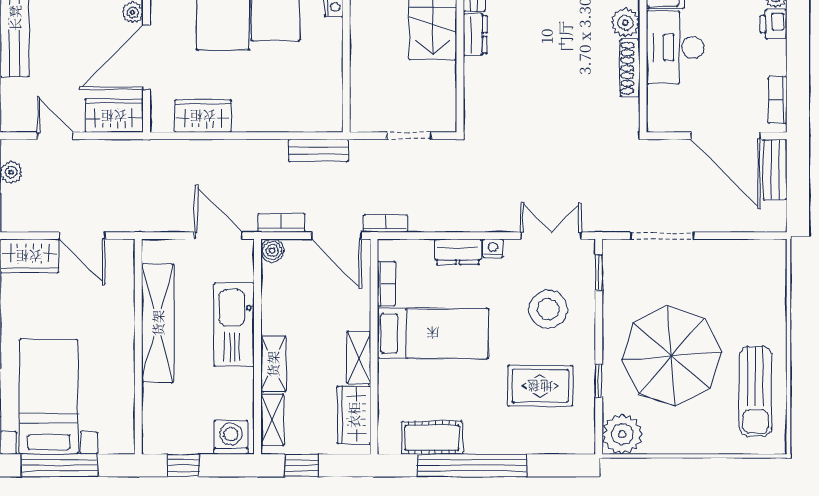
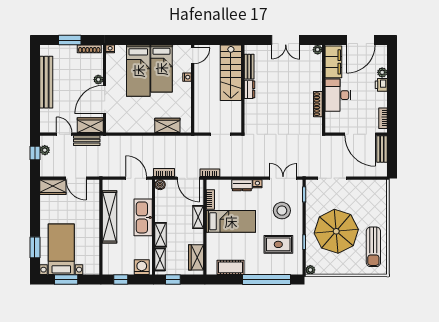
plant: (625, 23) -> (316, 84), removed
wardrobe: (203, 116) -> (167, 125), moved
bench: (318, 150) -> (87, 141), moved
shelving: (359, 357) -> (198, 217), moved
plant: (622, 434) -> (310, 270), width x0.53, depth x0.53
window: (59, 465) -> (66, 280), width x0.69
window: (472, 465) -> (267, 280), moved

